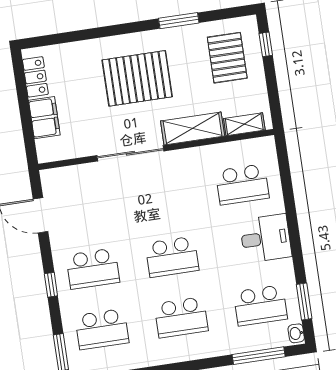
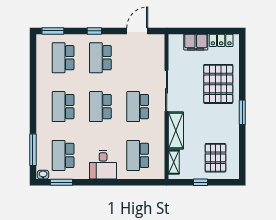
window: (179, 21) -> (242, 112), moved
window: (266, 44) -> (201, 182), moved
pallet: (227, 58) -> (215, 158), turned 90
pallet: (137, 78) -> (218, 84), moved
school desk: (163, 196) -> (138, 107), added

